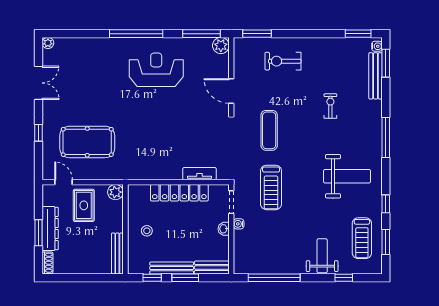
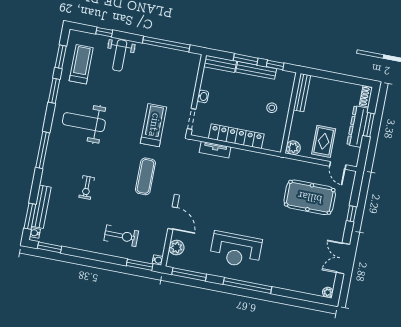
plant: (221, 45) -> (176, 248), moved
window: (386, 204) -> (54, 91), width x1.50
water cooler: (239, 224) -> (158, 260), moved

